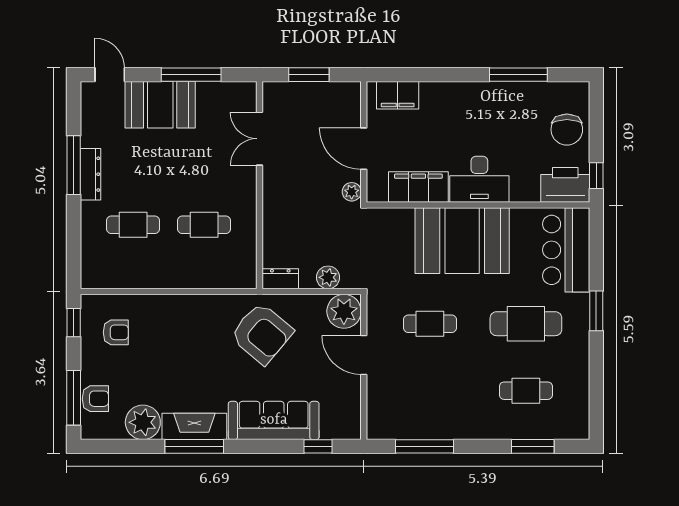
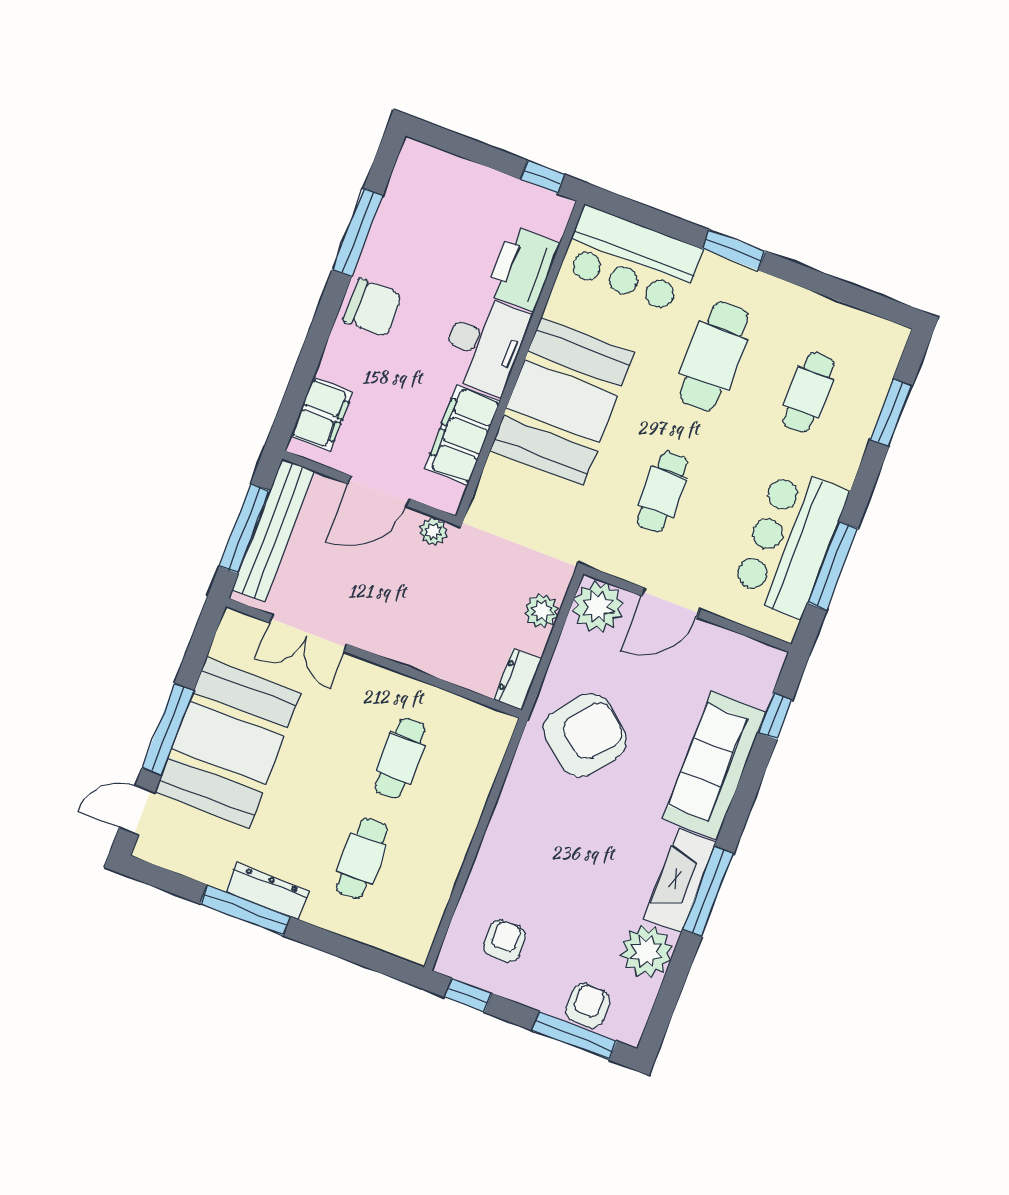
window: (191, 75) -> (168, 729), moved
window: (309, 75) -> (244, 529), width x1.44
bench: (315, 93) -> (273, 530), added
booth: (160, 105) -> (228, 743), width x1.36, depth x1.42
chair: (567, 130) -> (373, 308), moved
printer: (565, 185) -> (522, 269), moved
bar counter: (429, 414) -> (790, 542), added

